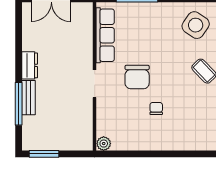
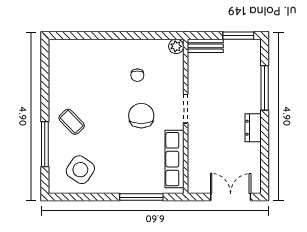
bench: (29, 98) -> (205, 46), moved, turned 90
chair: (156, 108) -> (137, 75), moved

